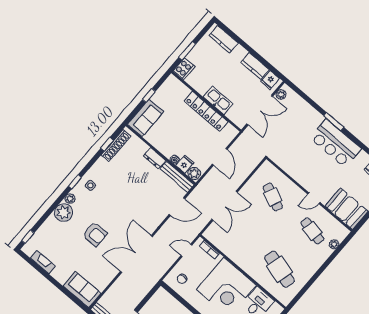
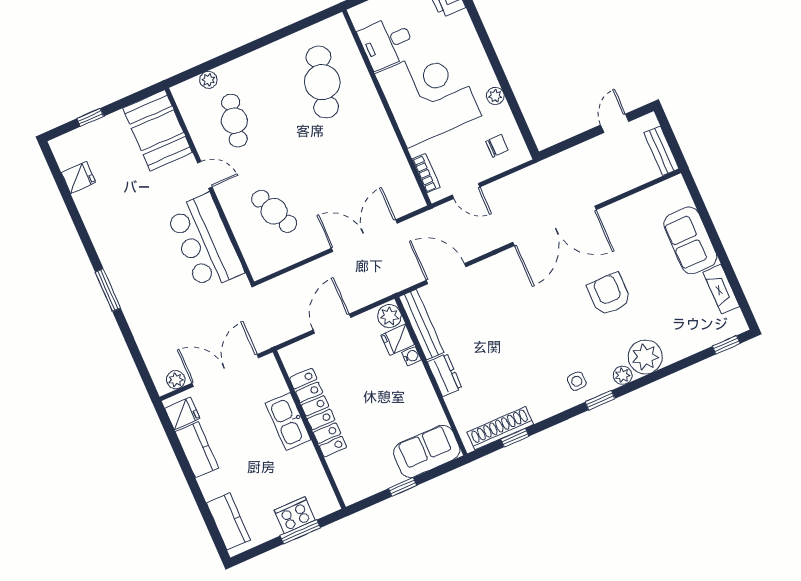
cooker: (184, 69) -> (295, 515), moved
bar counter: (336, 143) -> (205, 242), moved, turned 180
cafe table: (273, 197) -> (274, 211), turned -48
sofa: (82, 290) -> (690, 240), moved
plant: (194, 302) -> (495, 96), added

